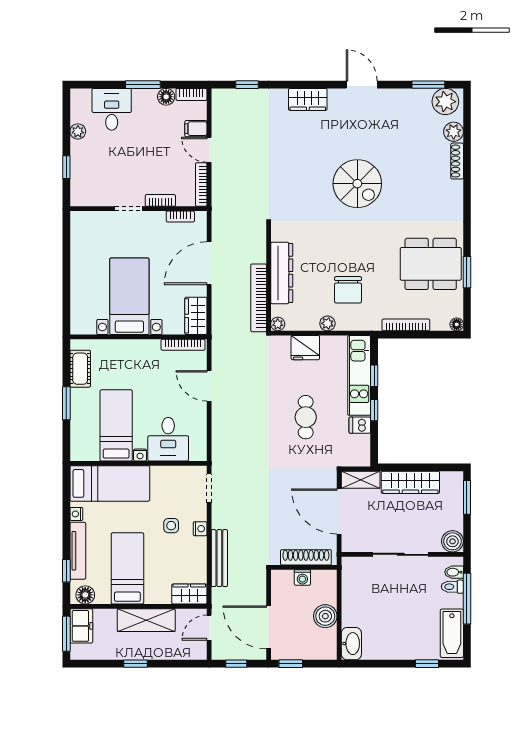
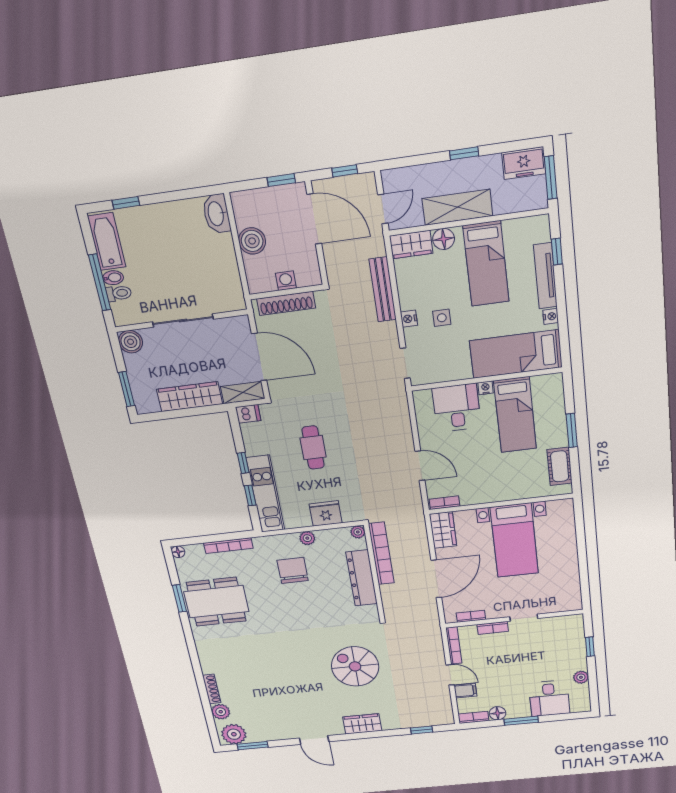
spiral stairs: (357, 184) -> (355, 666), moved
bookcase: (183, 345) -> (444, 503), width x0.64
dishwasher: (360, 425) -> (248, 414), moved
bidet: (454, 572) -> (113, 278), moved
floor lamp: (85, 595) -> (444, 239), moved
freezer: (81, 626) -> (524, 163), moved, turned -90

